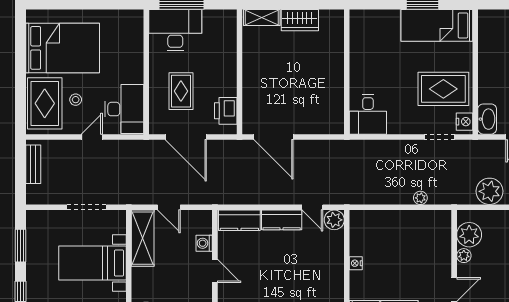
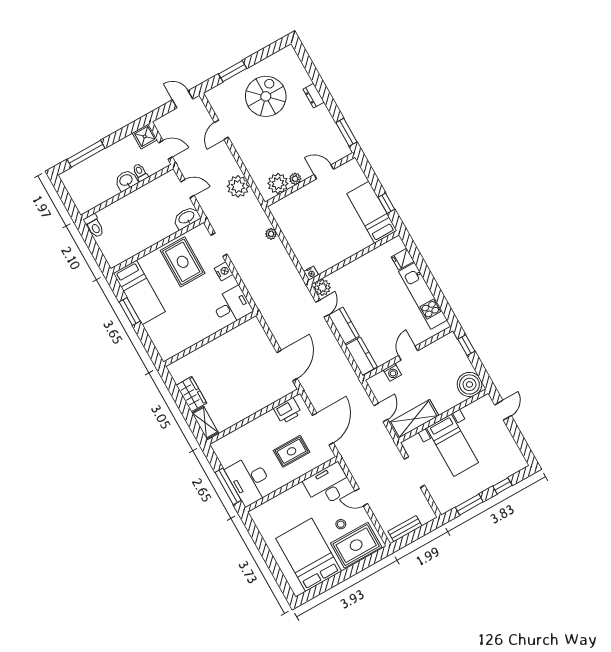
nightstand: (464, 122) -> (224, 271), moved, turned 90
nightstand: (356, 263) -> (311, 273), moved

